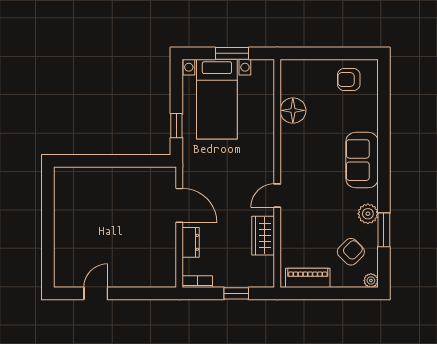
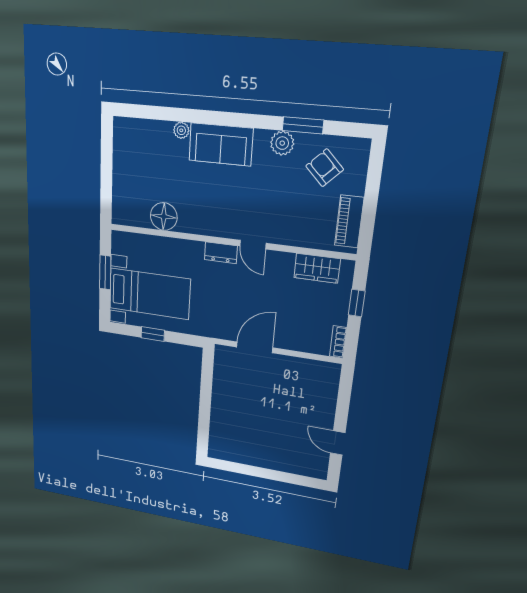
armchair: (349, 80) -> (134, 151), removed
window: (176, 126) -> (153, 334), moved
wardrobe: (263, 236) -> (317, 268), moved
dresser: (191, 242) -> (221, 253), moved, turned 180
plant: (371, 281) -> (181, 130), moved

